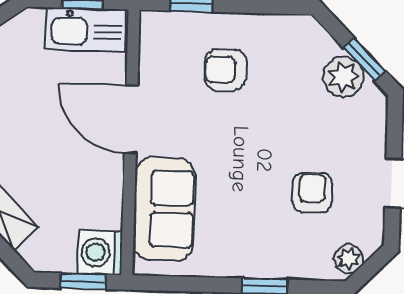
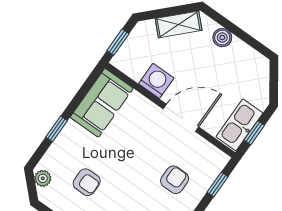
sofa: (164, 209) -> (102, 103), moved, turned -90
washing machine: (100, 252) -> (156, 81), moved

